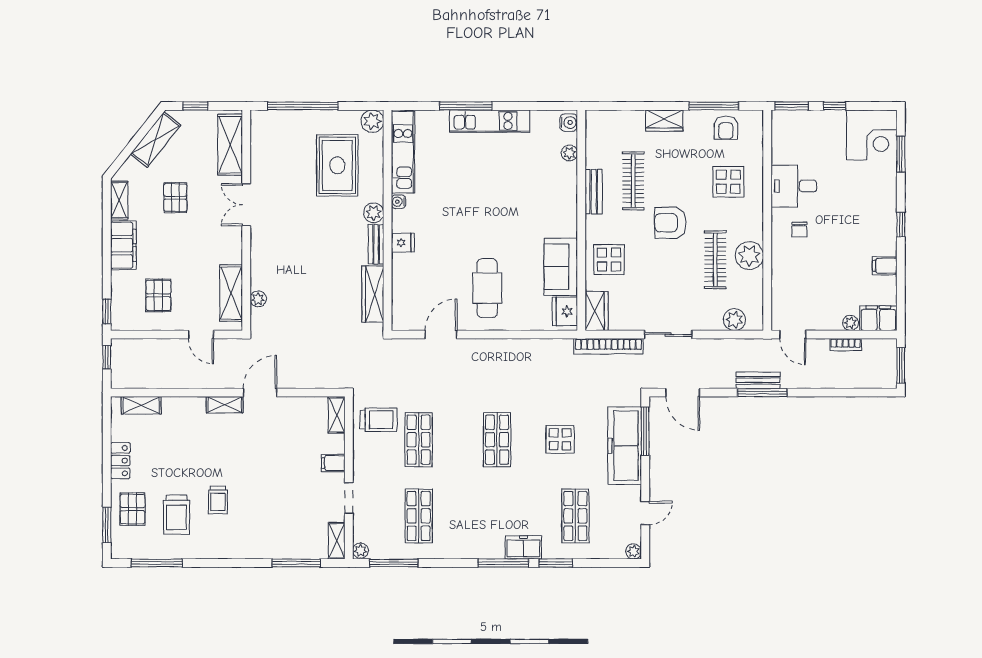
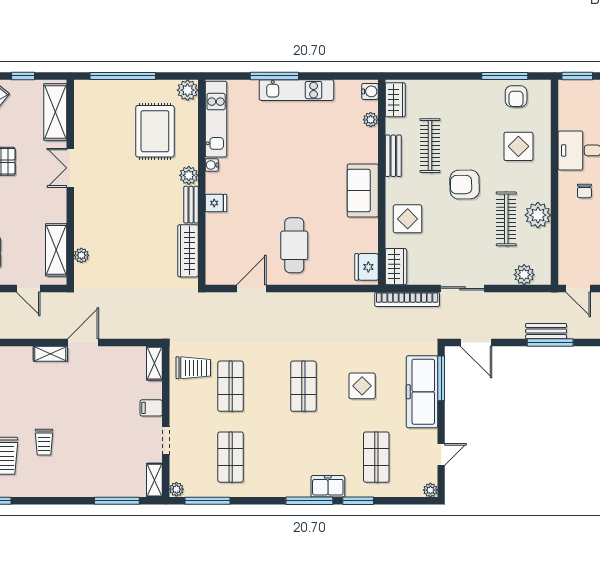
wardrobe: (664, 121) -> (395, 100), moved, turned -90
sofa: (561, 267) -> (363, 191), moved

